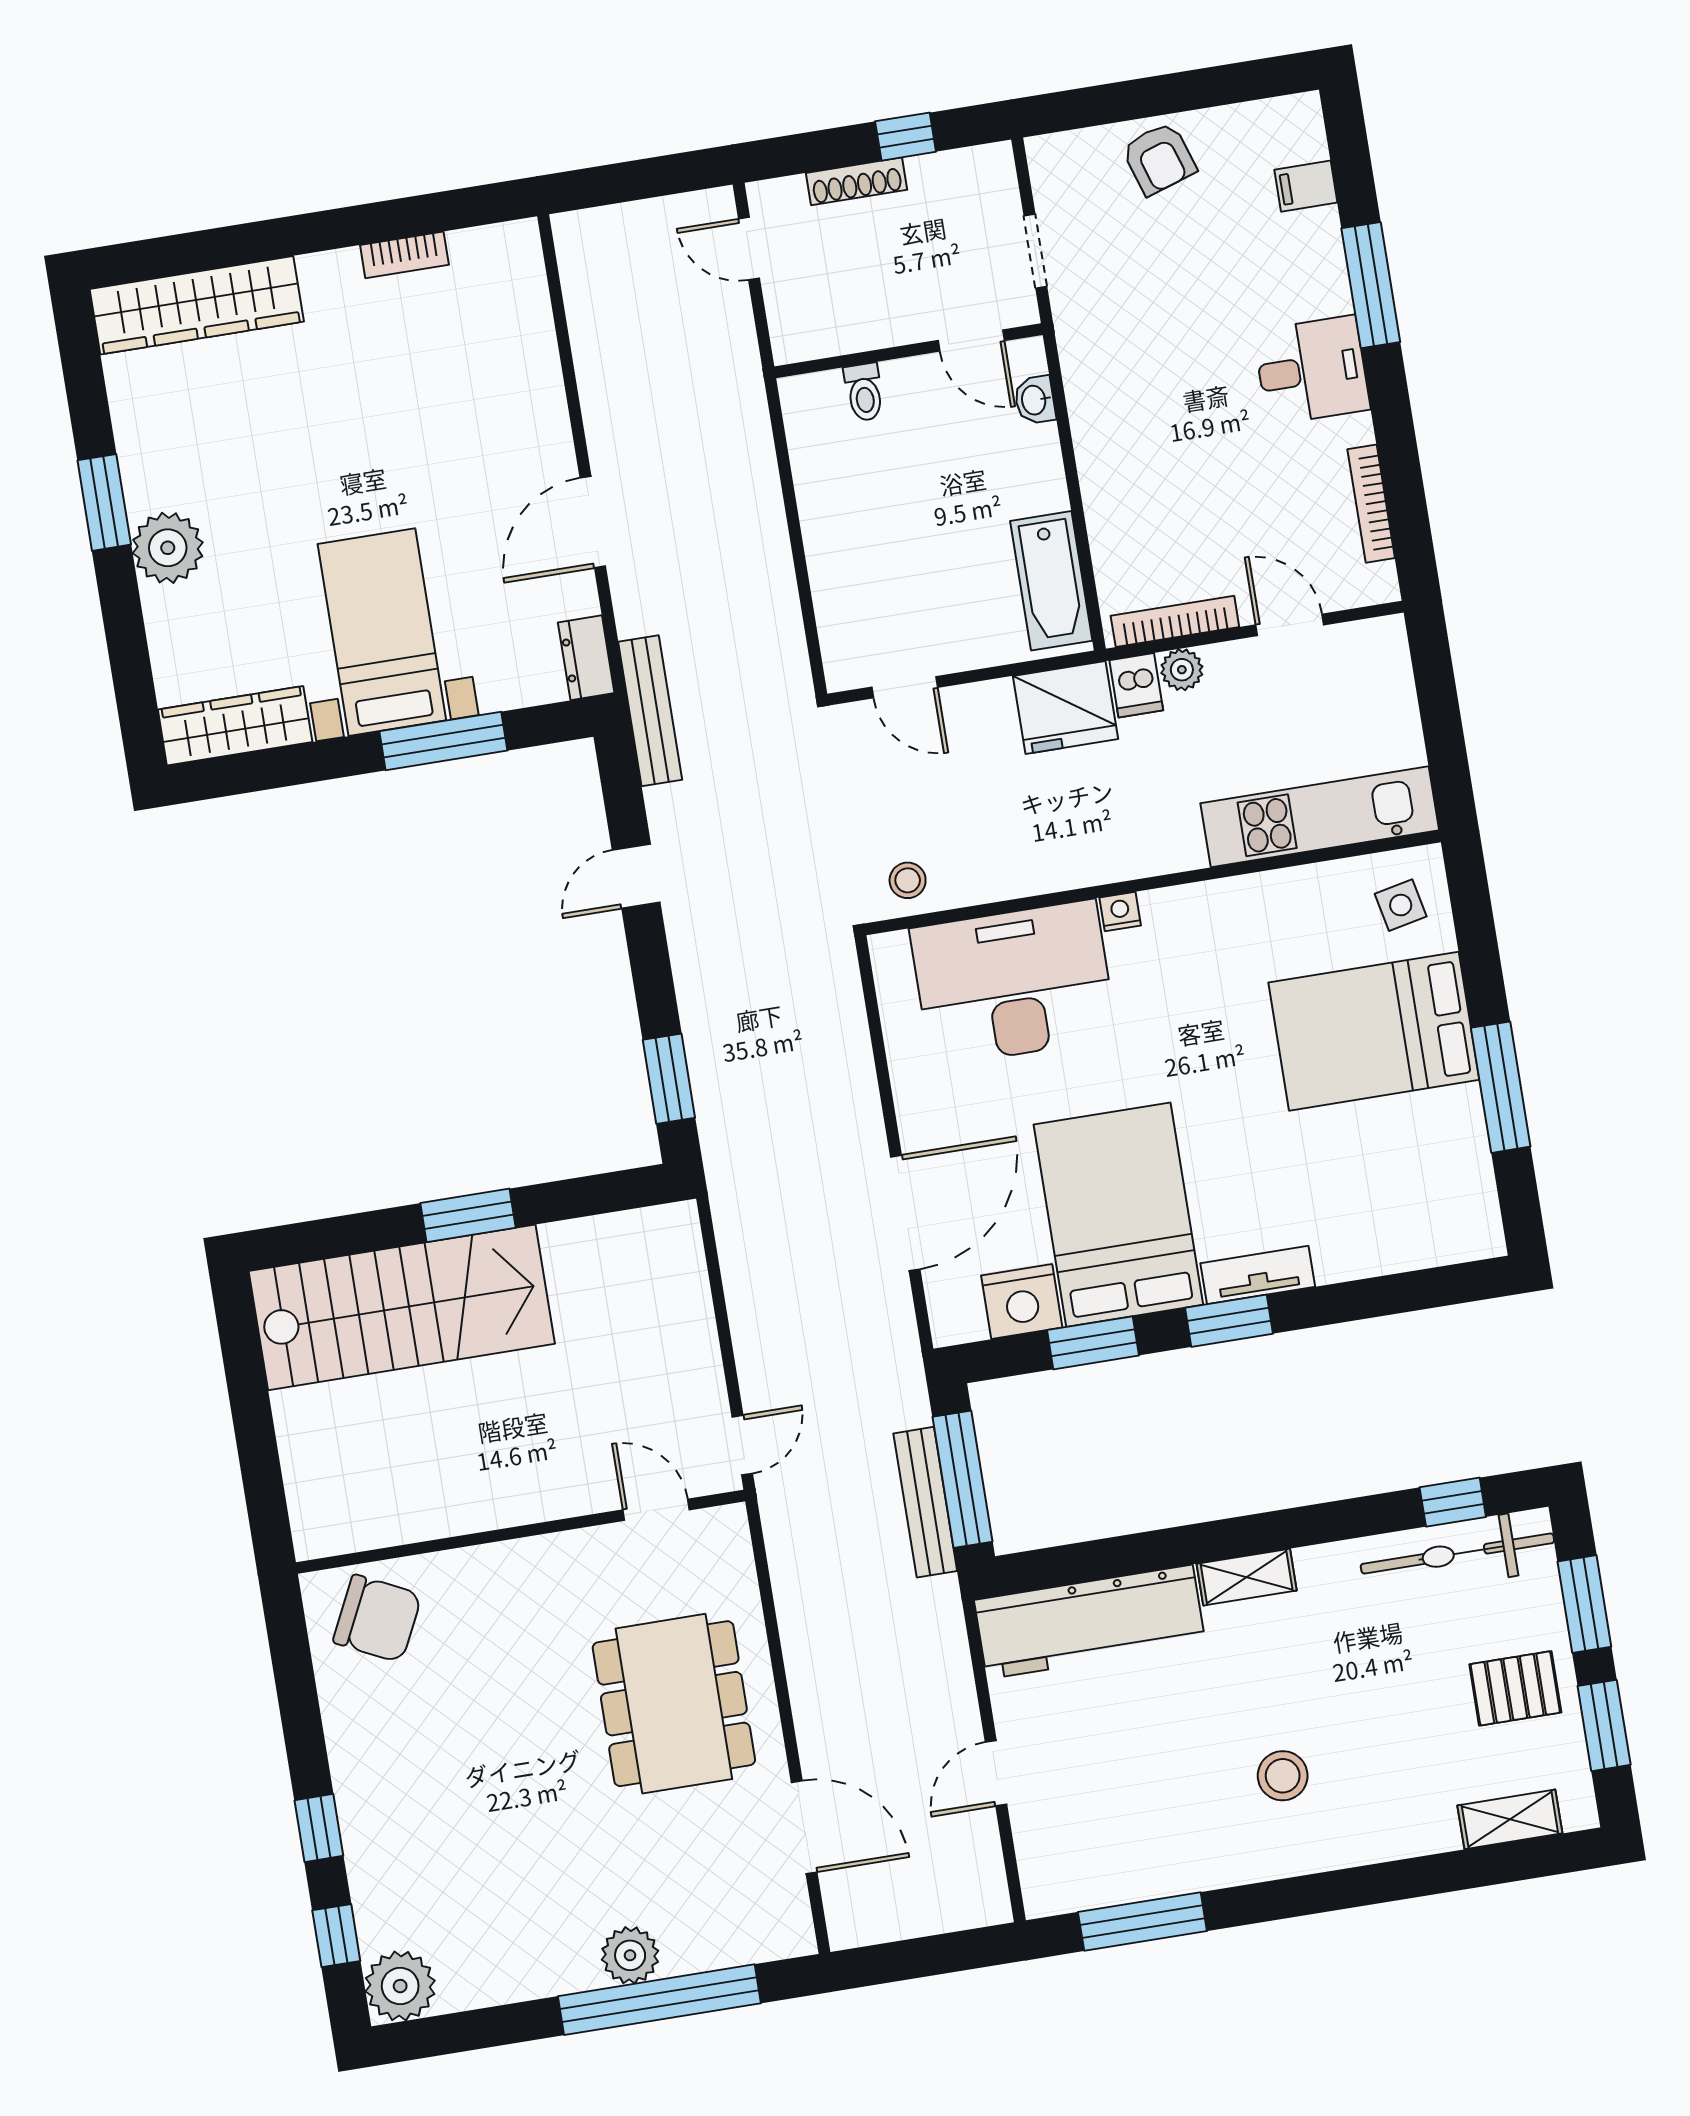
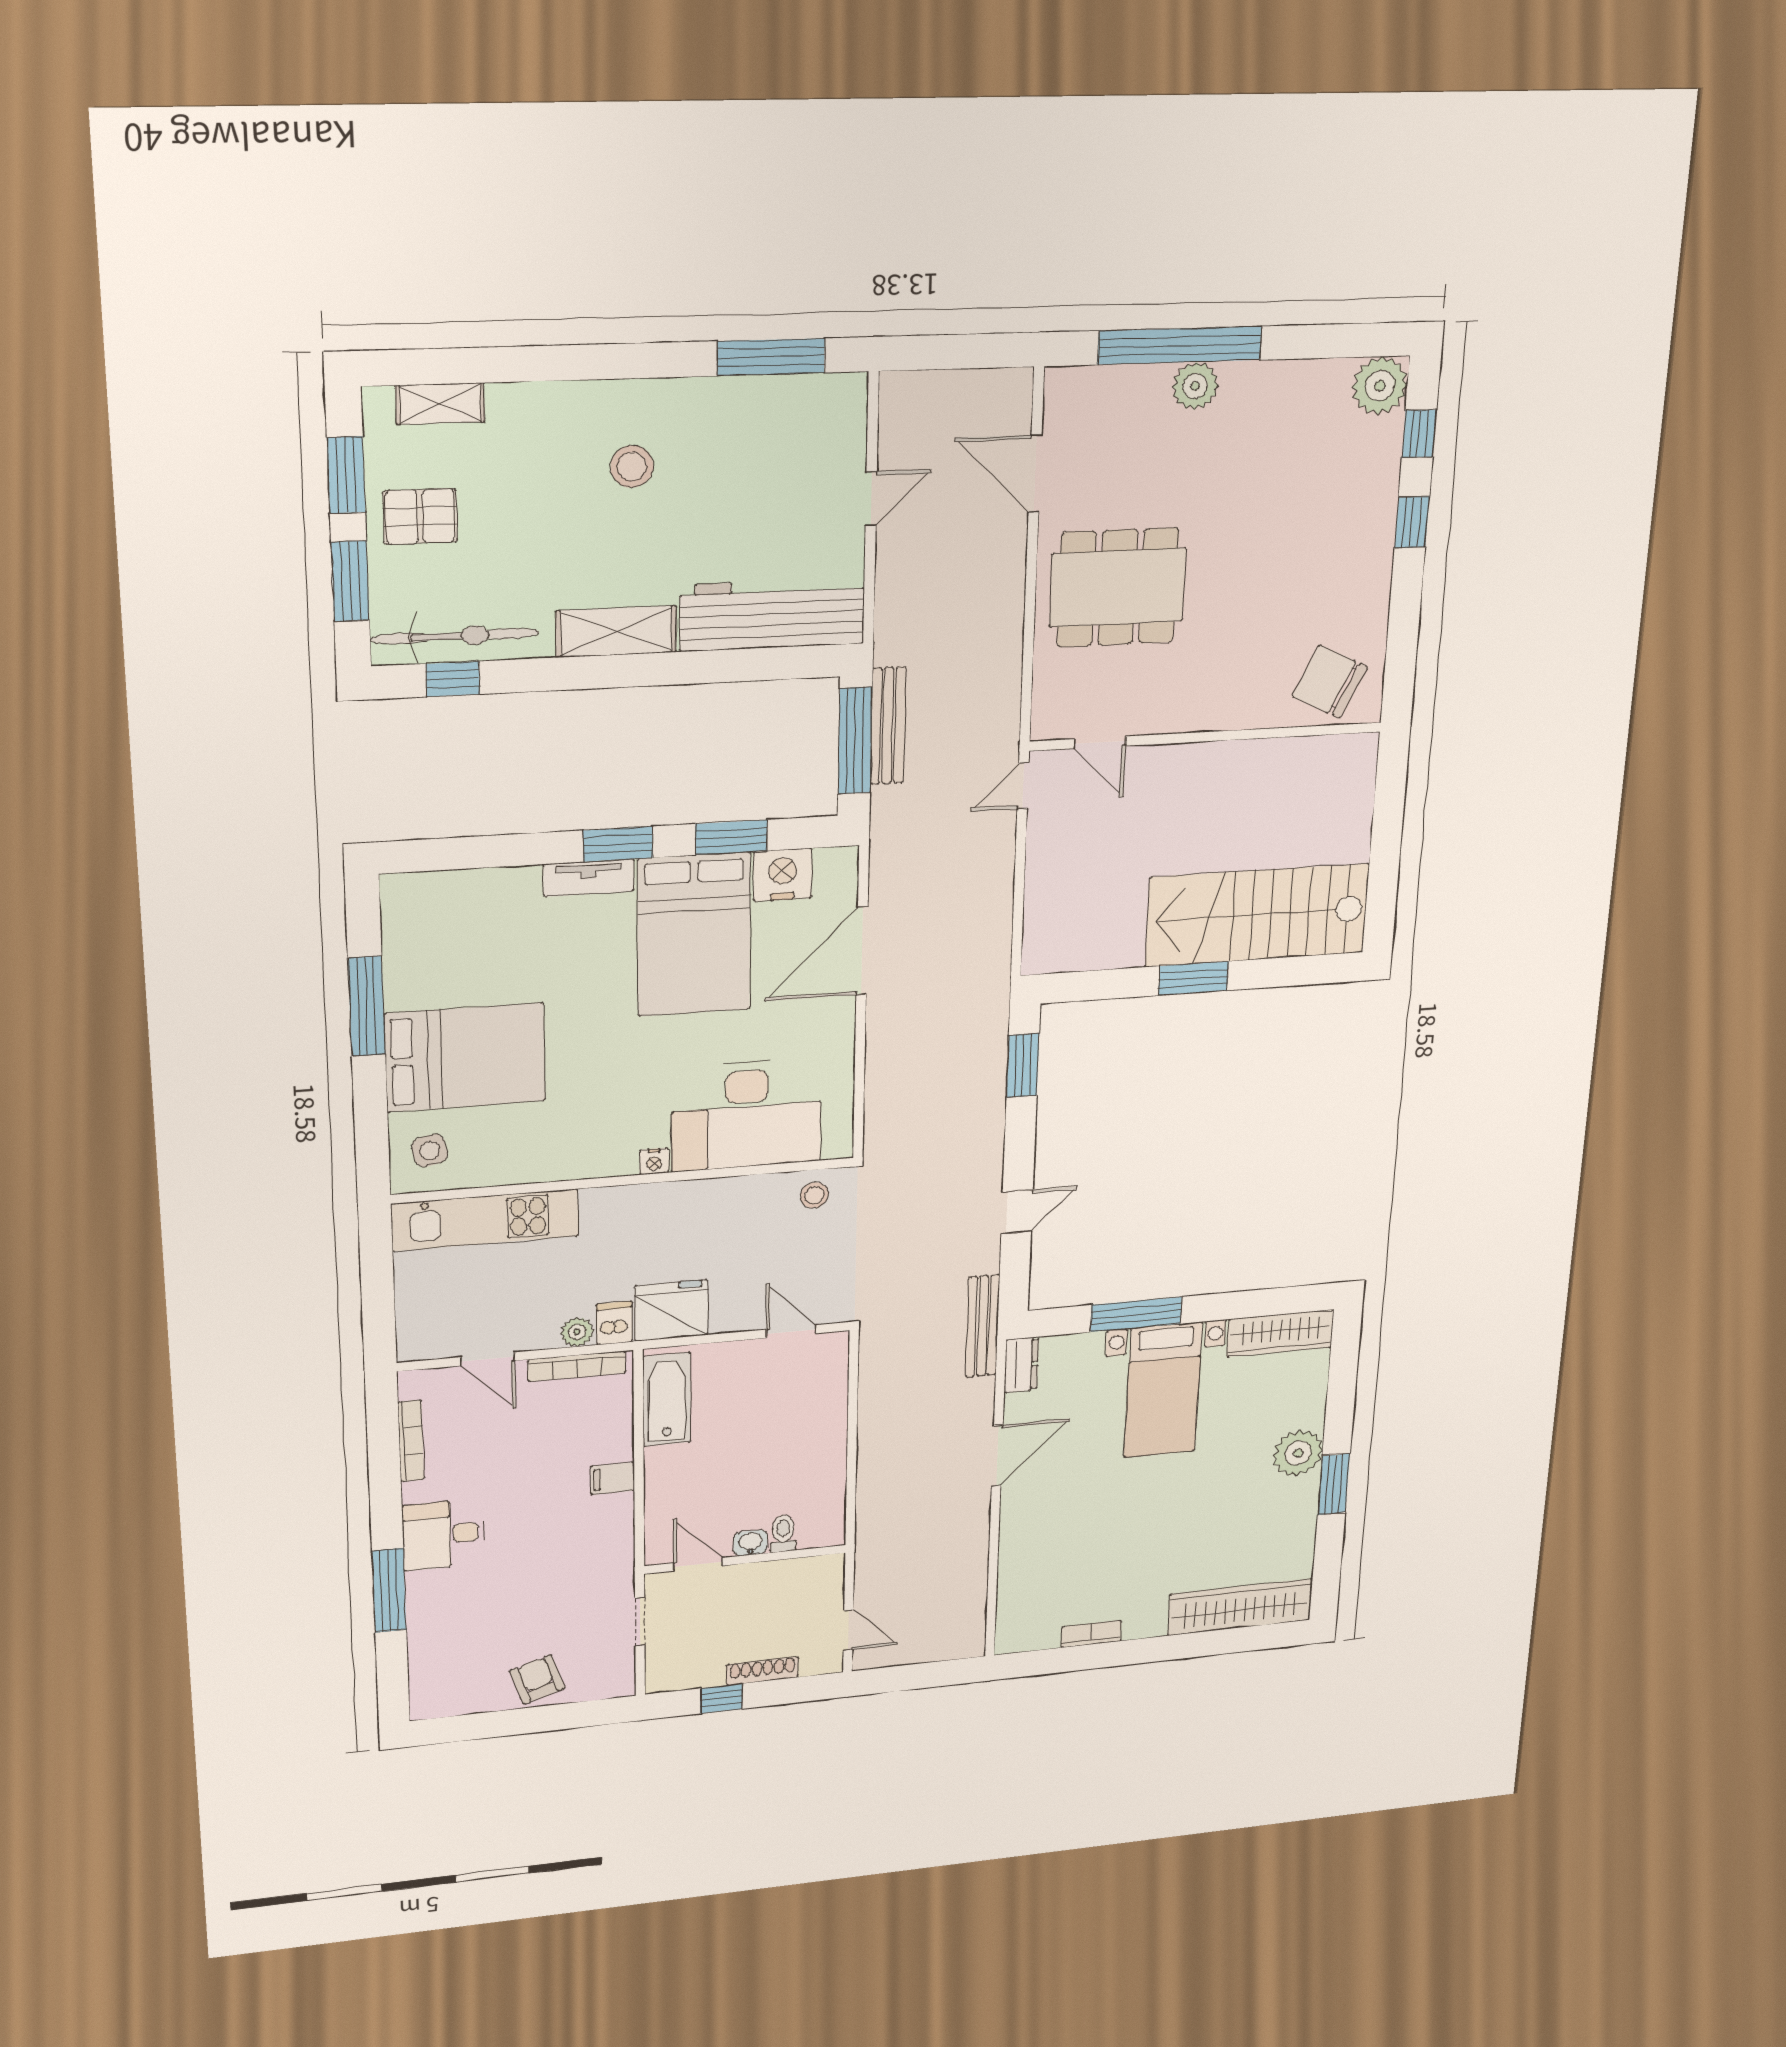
filing cabinet: (1306, 186) -> (612, 1478), moved, turned 180
washbasin: (1035, 400) -> (750, 1543), moved, turned -90
shelving: (1247, 1577) -> (616, 631), width x1.50, depth x1.33
dining table: (674, 1704) -> (1118, 588), turned 90

